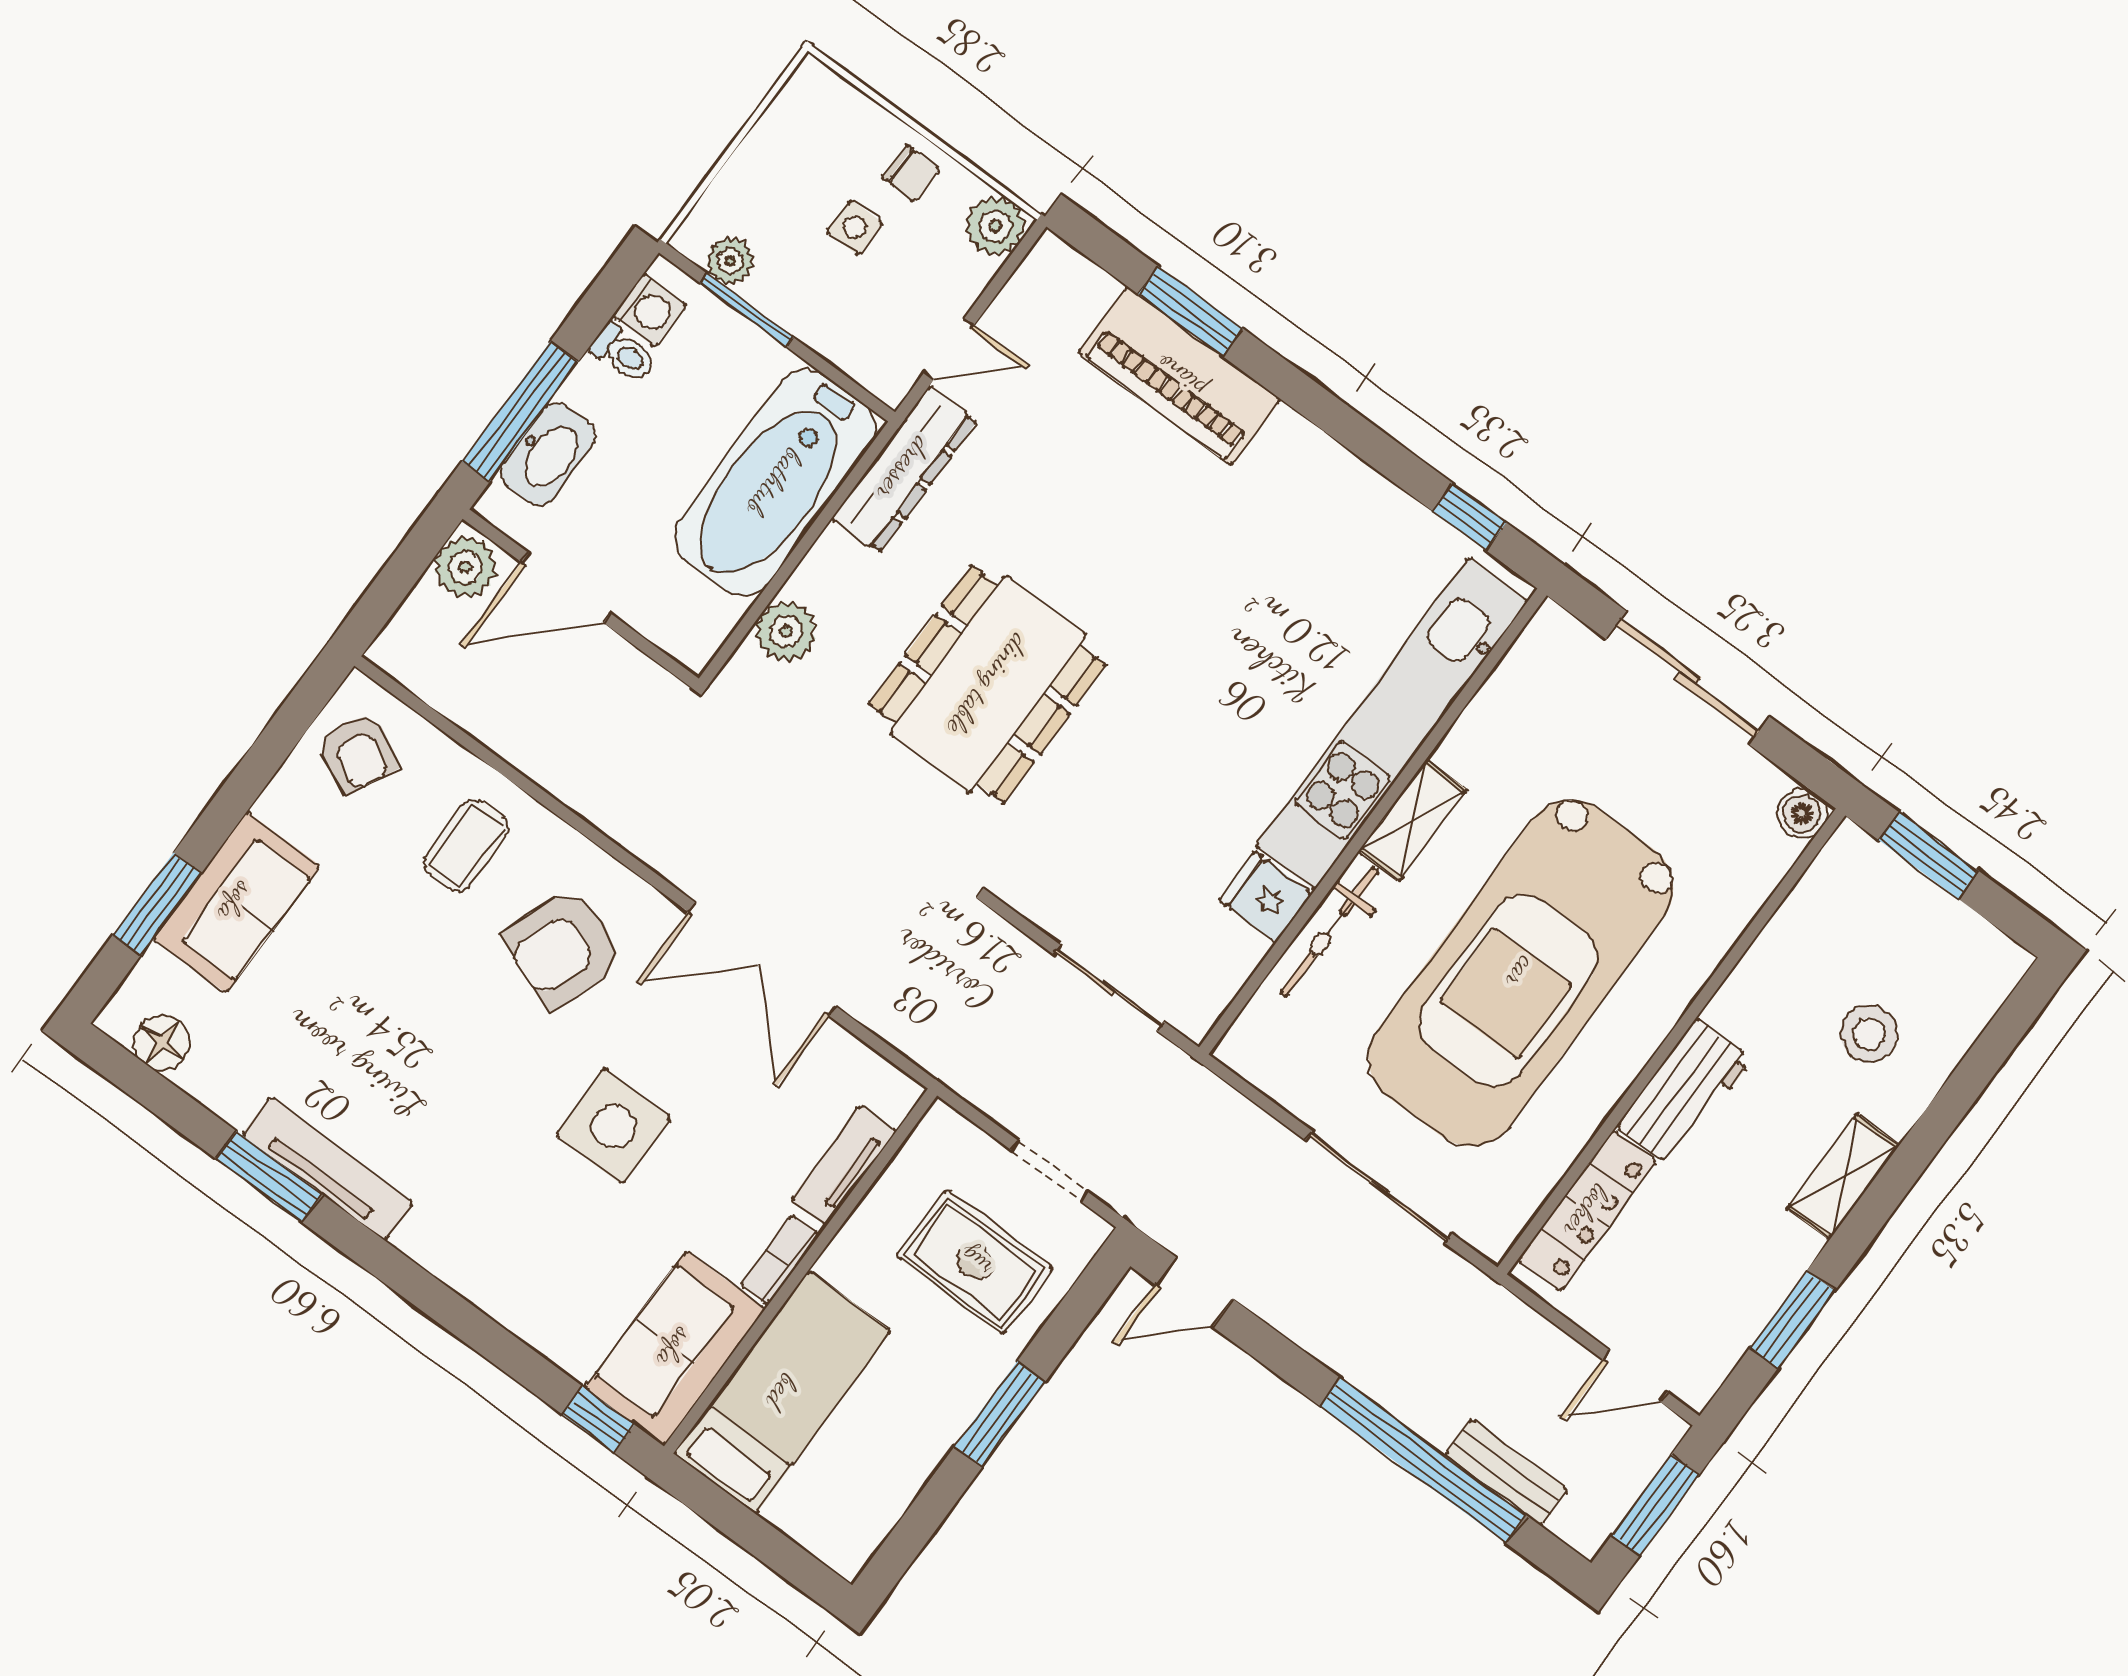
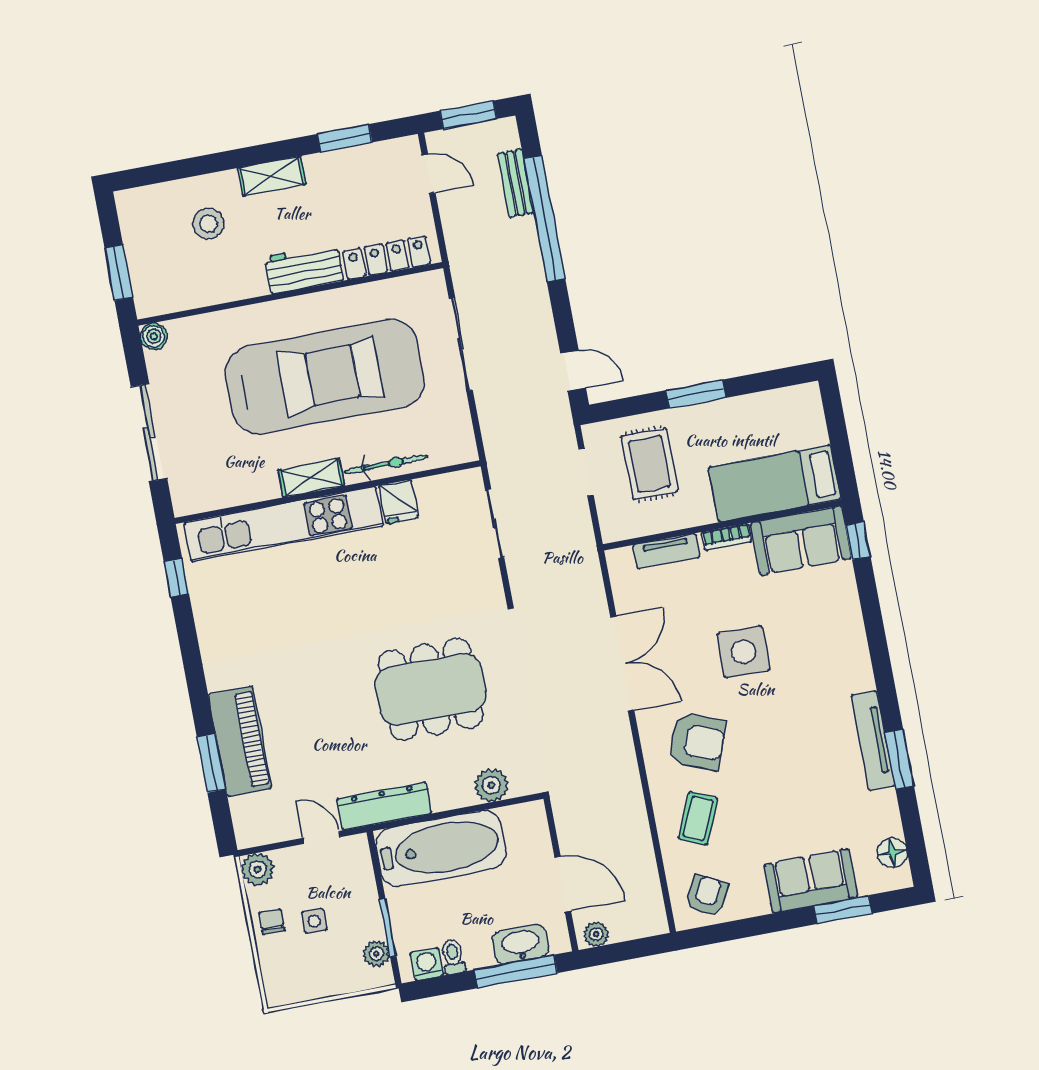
plant: (465, 567) -> (596, 934), width x0.73, depth x0.73
coffee table: (466, 846) -> (698, 818), turned -66

